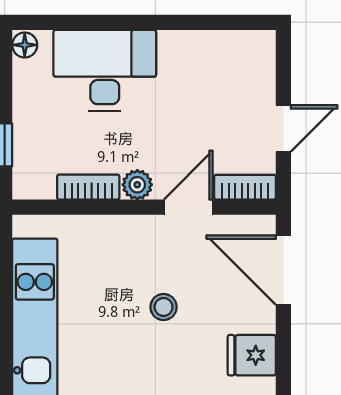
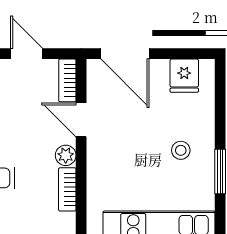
door: (283, 270) -> (125, 54), hinge flipped
stool: (164, 307) -> (181, 150), moved

